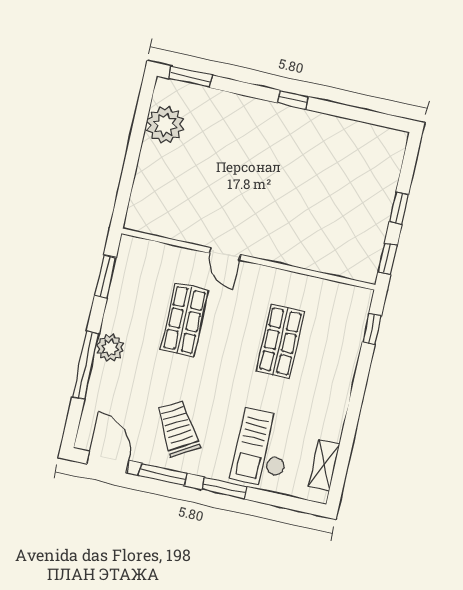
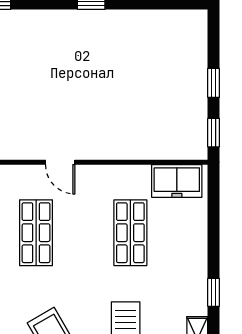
freezer: (339, 299) -> (177, 181), added
window: (372, 329) -> (214, 292), moved

